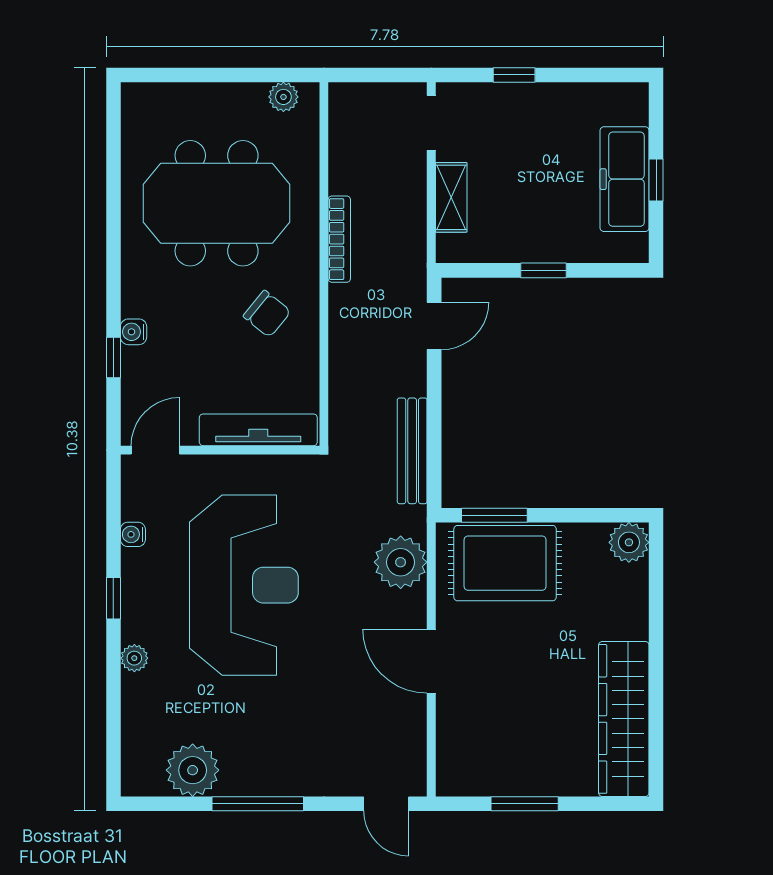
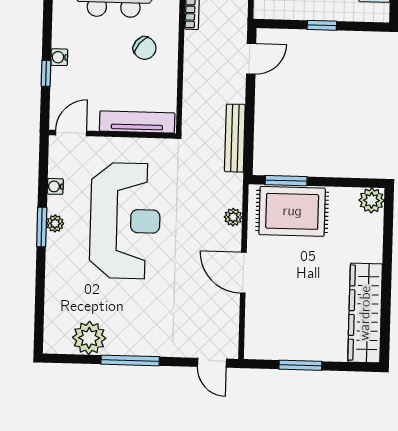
plant: (401, 562) -> (233, 217), width x0.53, depth x0.53
window: (113, 598) -> (42, 227), width x1.50
plant: (134, 658) -> (55, 223), moved

